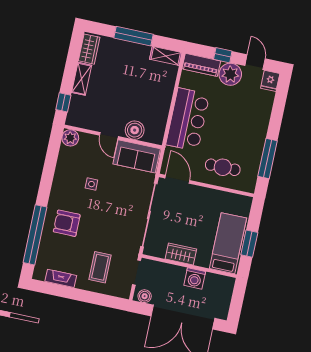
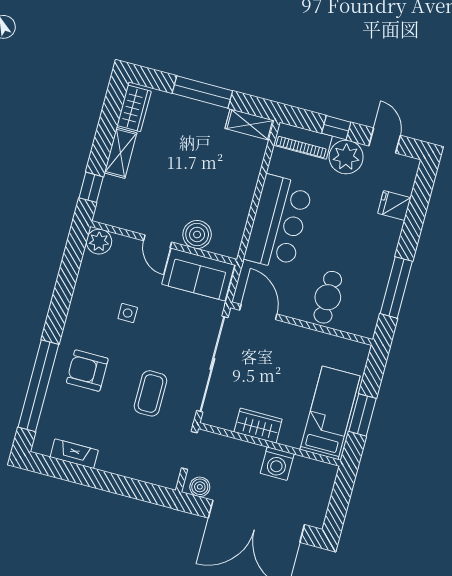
fridge: (270, 81) -> (394, 206), moved, turned 90
cafe table: (223, 167) -> (328, 297), turned 90
coffee table: (100, 267) -> (150, 393), moved

